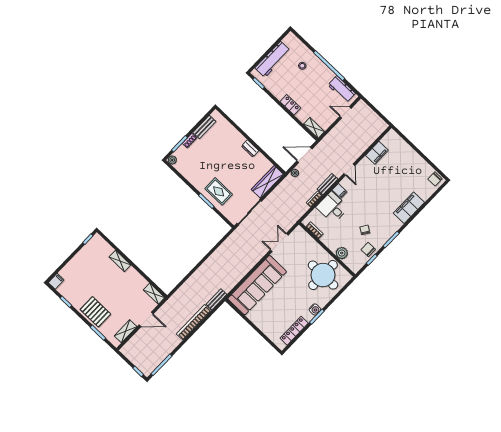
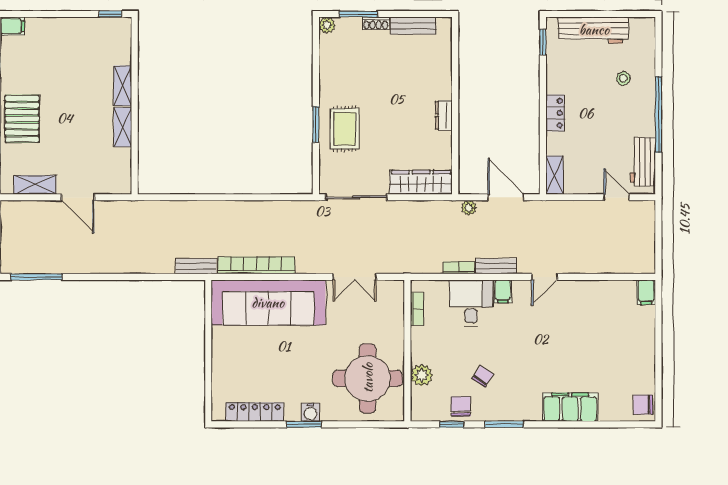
filing cabinet: (377, 153) -> (646, 292), moved, width x0.50
double door: (279, 242) -> (355, 277), swing flipped
shelving: (154, 294) -> (123, 127), moved
bookcase: (194, 322) -> (256, 265), moved

